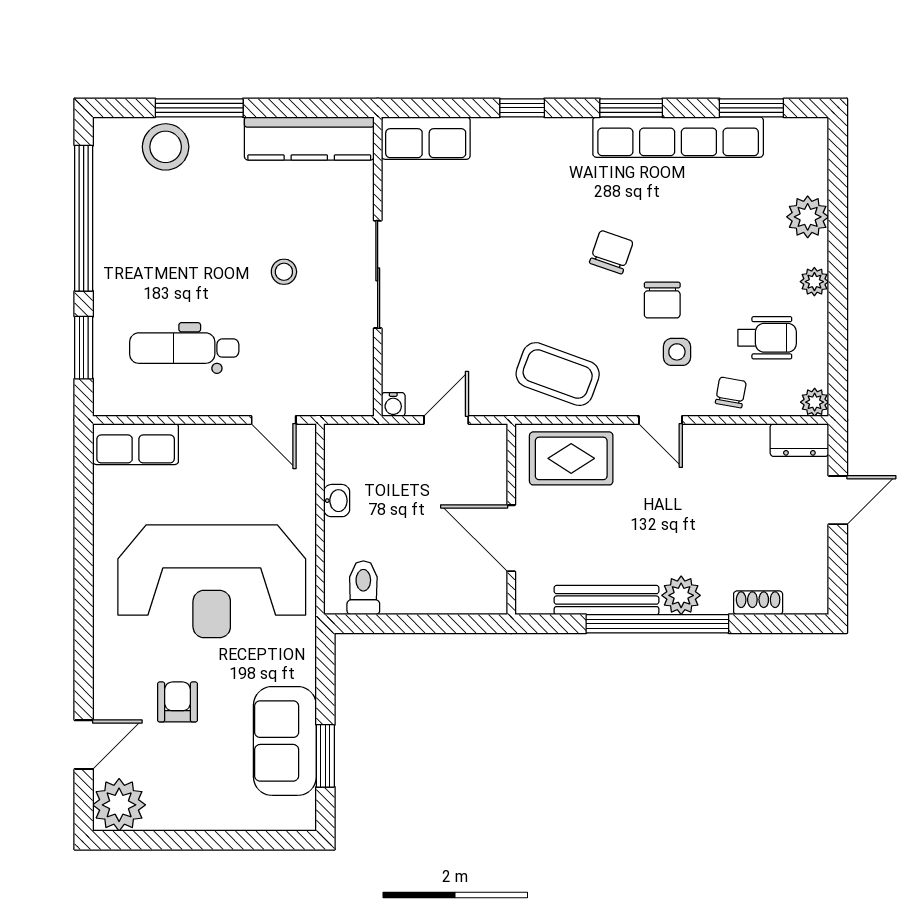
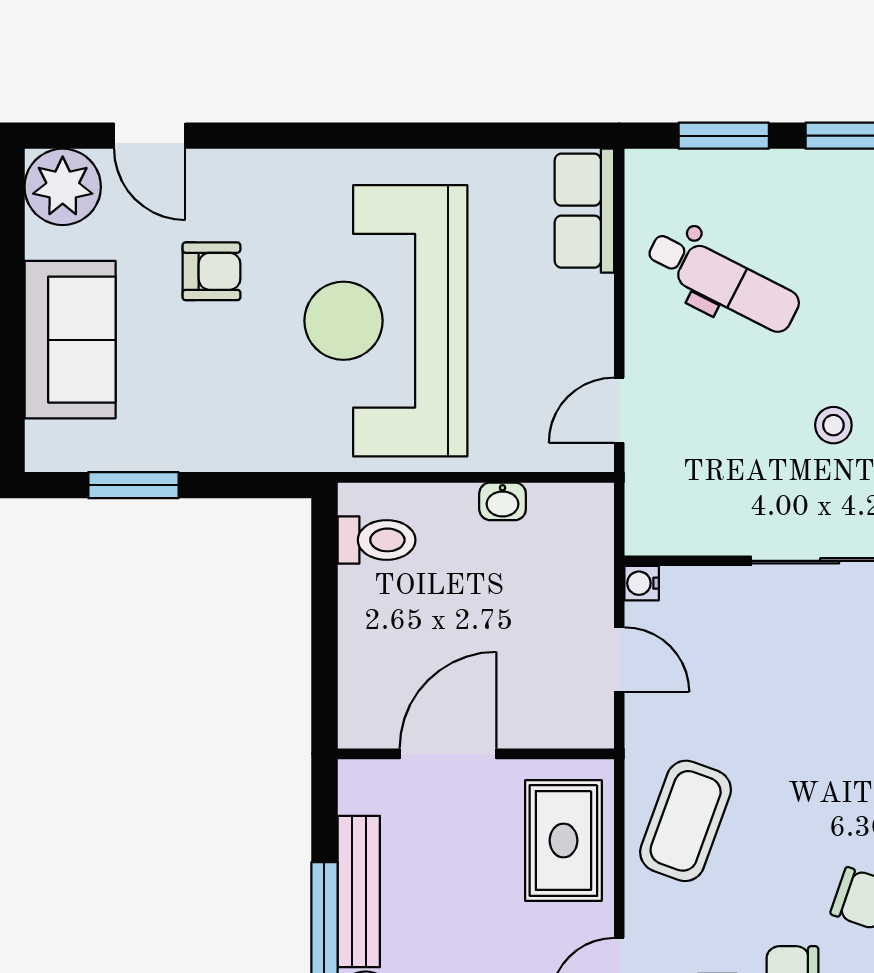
dental chair: (184, 348) -> (723, 281), turned 117
sofa: (285, 741) -> (70, 340), moved, turned 90

